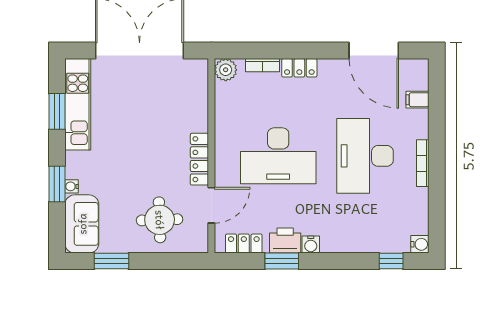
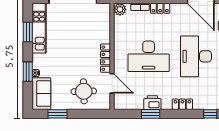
door: (211, 205) -> (112, 83), hinge flipped
locker: (244, 244) -> (182, 104), moved
water cooler: (311, 245) -> (166, 105), removed

